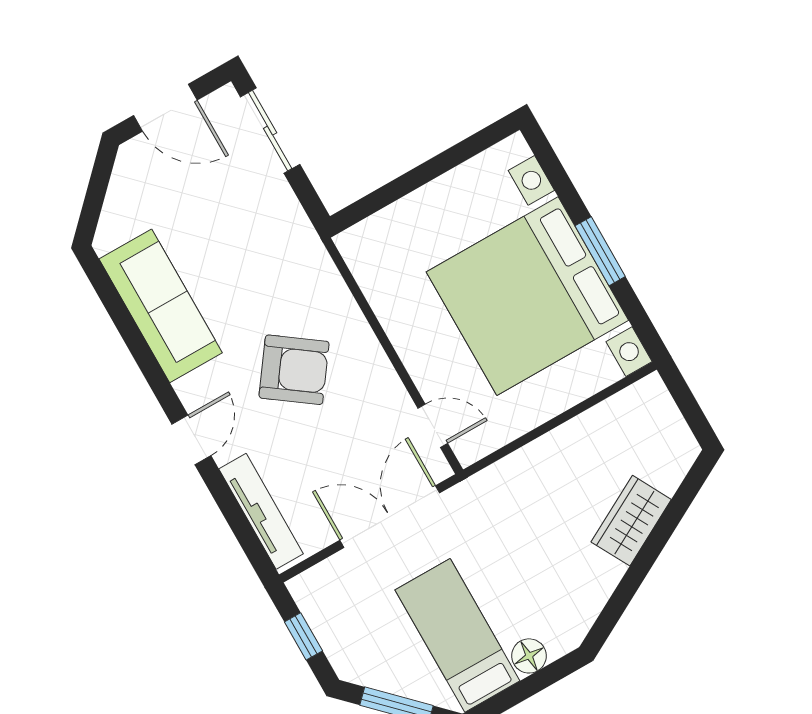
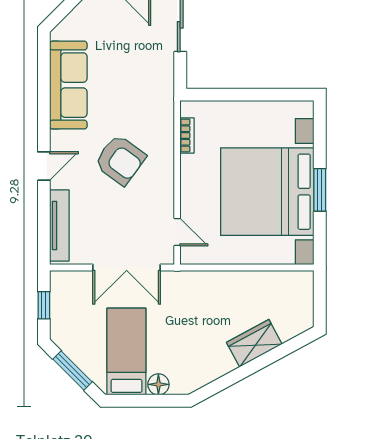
bookcase: (369, 281) -> (187, 136), added
double door: (390, 517) -> (127, 267), swing flipped

